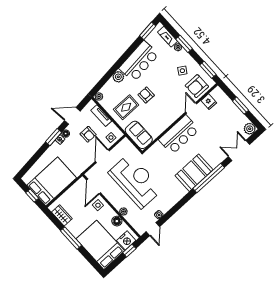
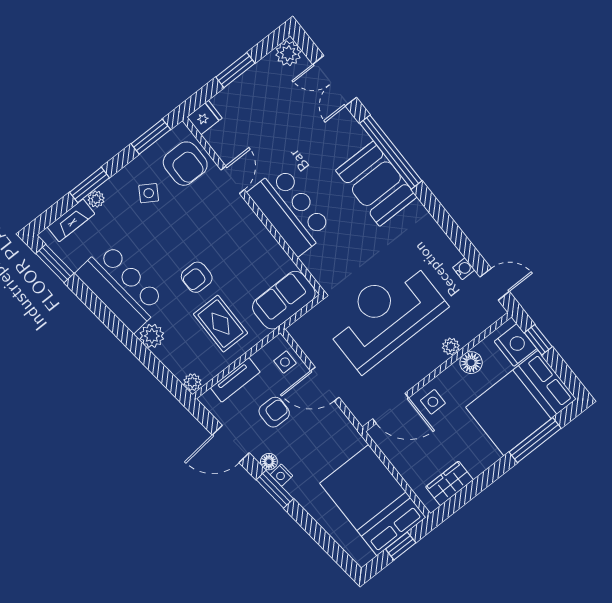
fridge: (209, 102) -> (205, 118), moved
door: (191, 108) -> (233, 180), swing flipped
door: (72, 116) -> (231, 444), hinge flipped
window: (71, 238) -> (535, 440), moved

